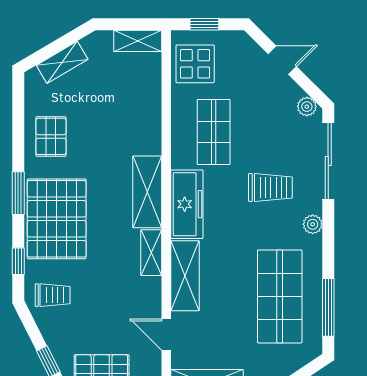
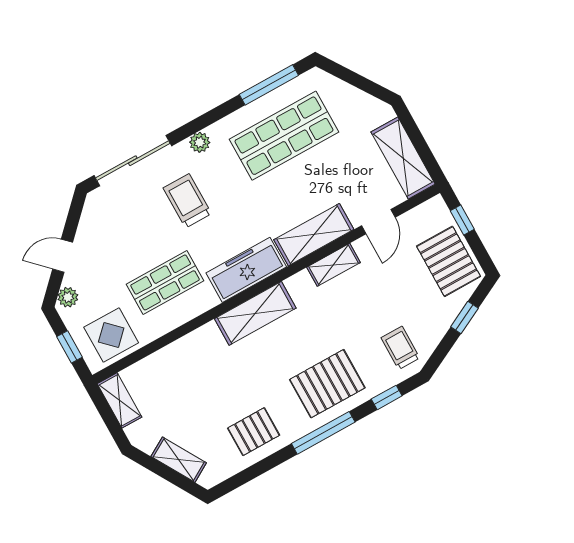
door: (282, 60) -> (63, 256), hinge flipped
plant: (307, 107) -> (68, 297), moved
window: (18, 193) -> (323, 433), width x1.44
pallet: (57, 219) -> (327, 384), width x0.73, depth x0.71
shelving: (151, 253) -> (334, 265), moved

